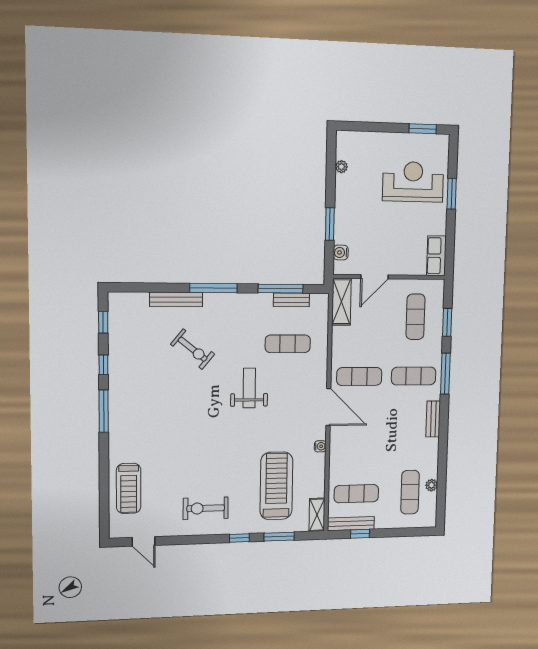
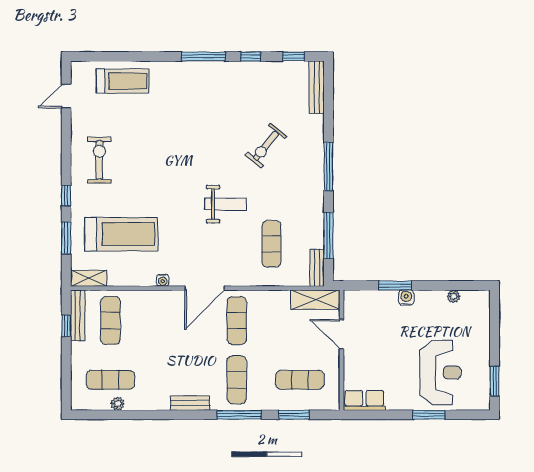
water cooler: (341, 252) -> (406, 298), moved
bench: (176, 299) -> (317, 87), moved
bench: (291, 300) -> (317, 268), moved
treadmill: (129, 488) -> (123, 81), turned 180

